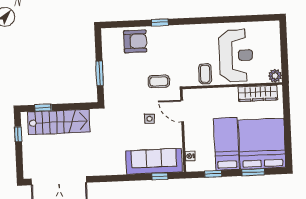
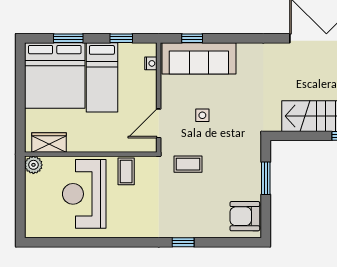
armchair: (135, 41) -> (245, 216), moved
wardrobe: (258, 93) -> (49, 143), width x0.67
door: (182, 111) -> (159, 123), swing flipped

